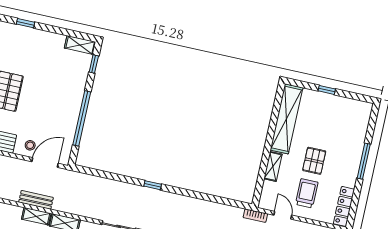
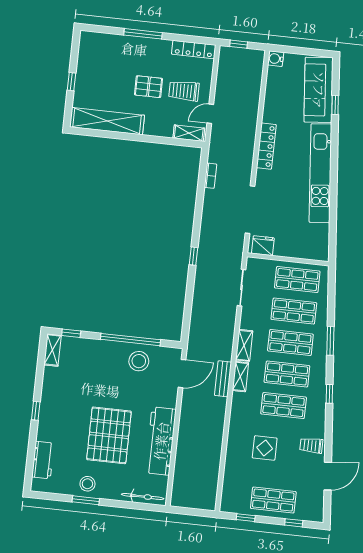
stool: (30, 145) -> (139, 361), moved, width x1.89, depth x1.89
door: (45, 162) -> (182, 374), swing flipped
shelving: (273, 166) -> (189, 133), moved
bookcase: (255, 216) -> (210, 176), moved

